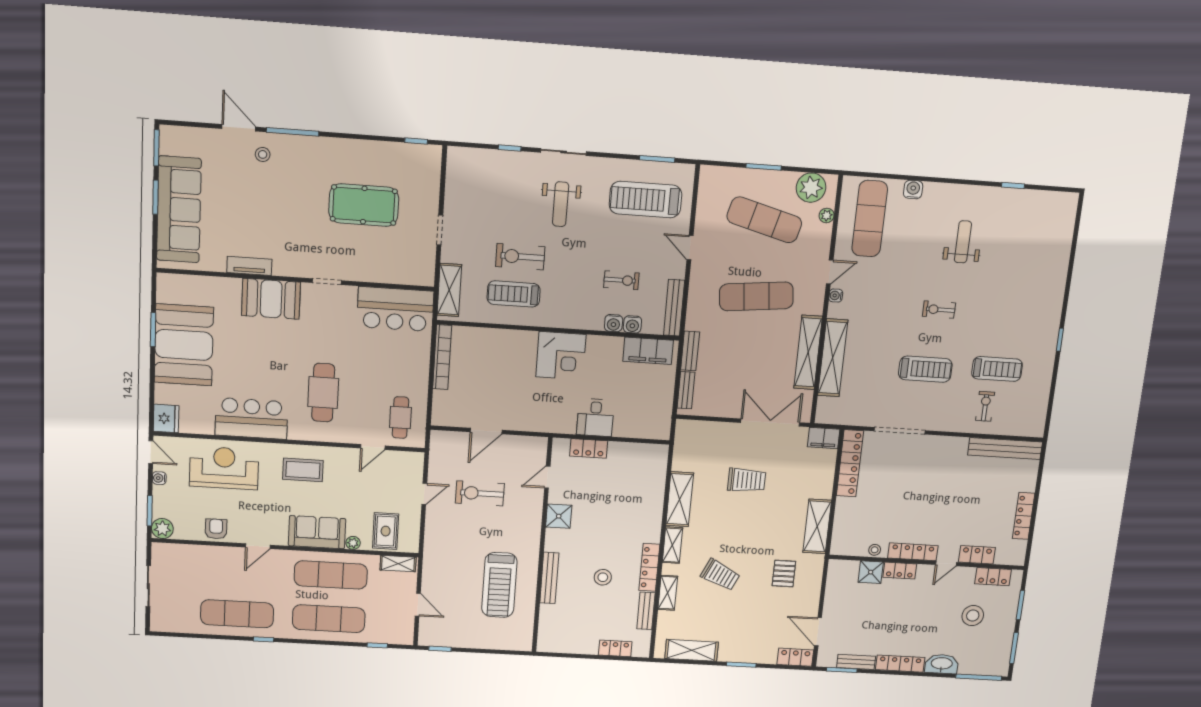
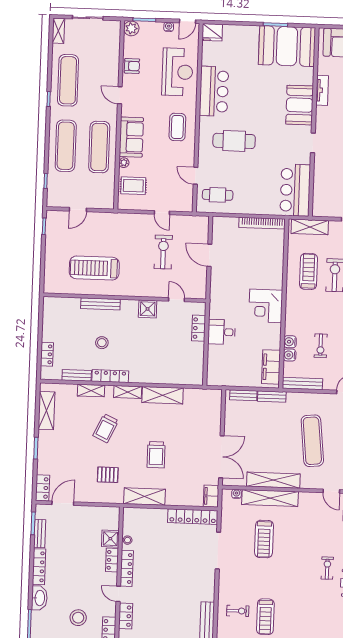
water cooler: (836, 296) -> (236, 494), moved
exercise bike: (939, 310) -> (327, 568), moved
booth: (184, 345) -> (287, 46), moved
treadmill: (925, 369) -> (264, 539), moved
trolley: (747, 480) -> (156, 455), moved
shelving: (398, 564) -> (58, 31), moved

